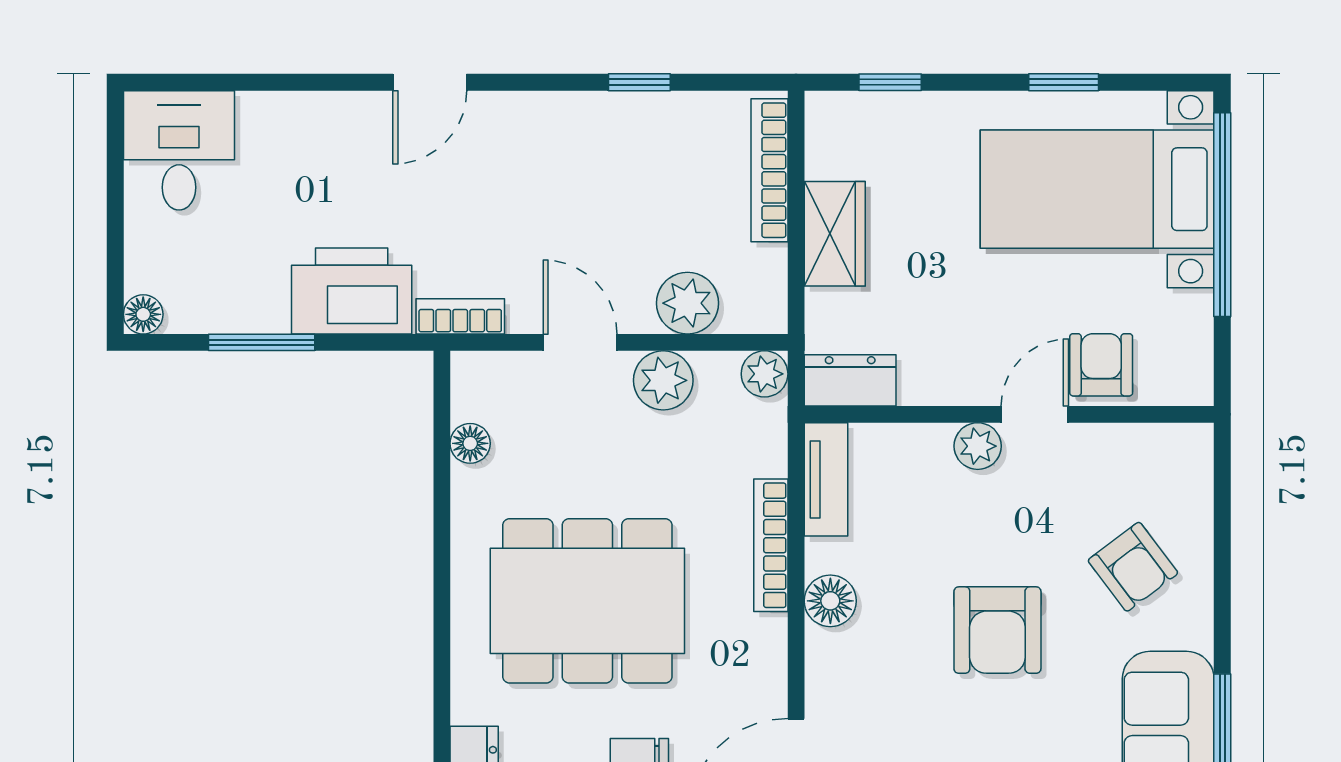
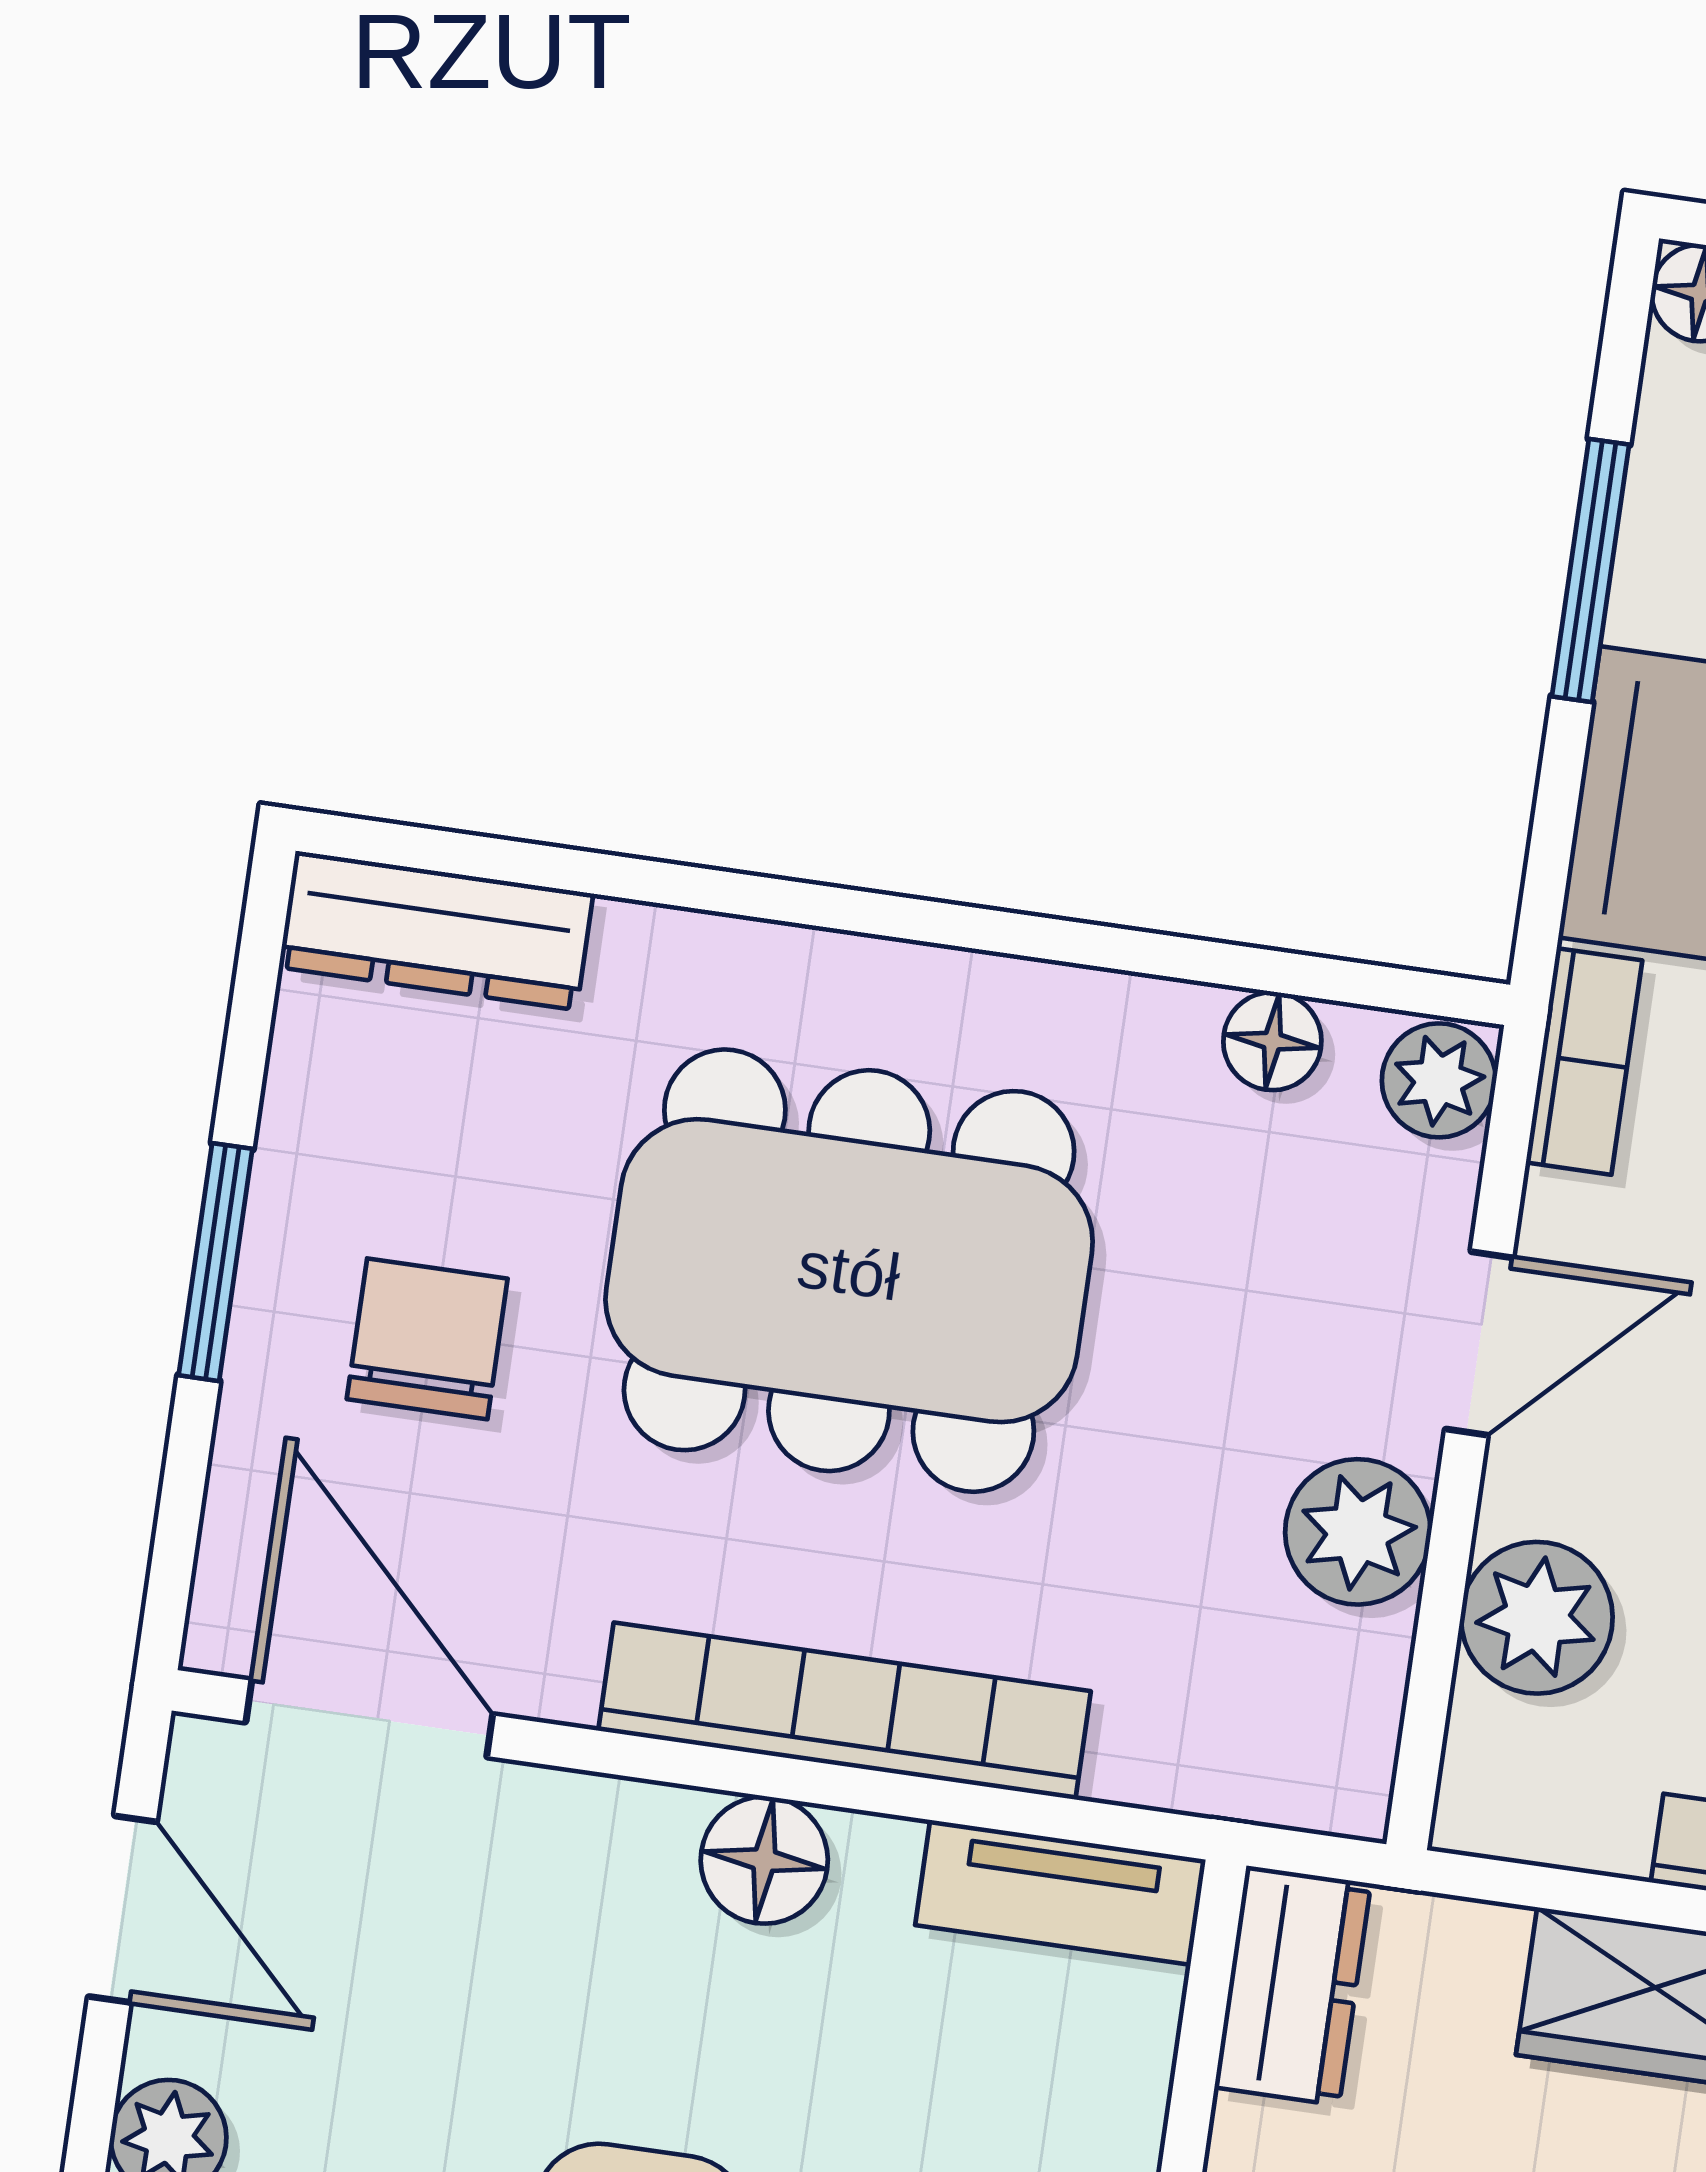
plant: (765, 374) -> (1439, 1080), moved
bookcase: (771, 545) -> (844, 1711), width x1.48, depth x1.31
dining table: (587, 601) -> (849, 1271), turned 90

